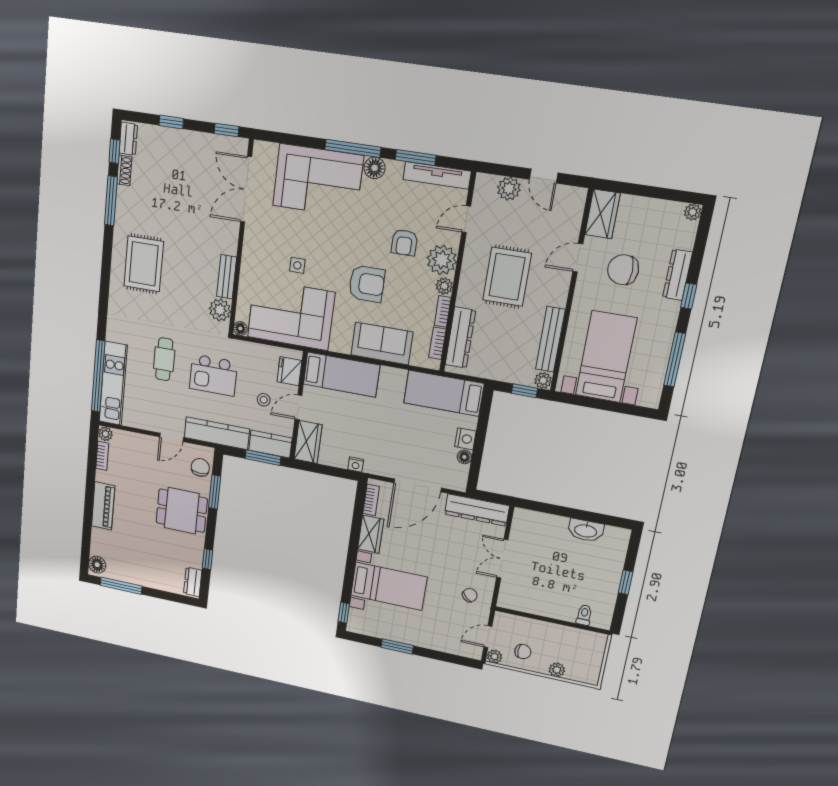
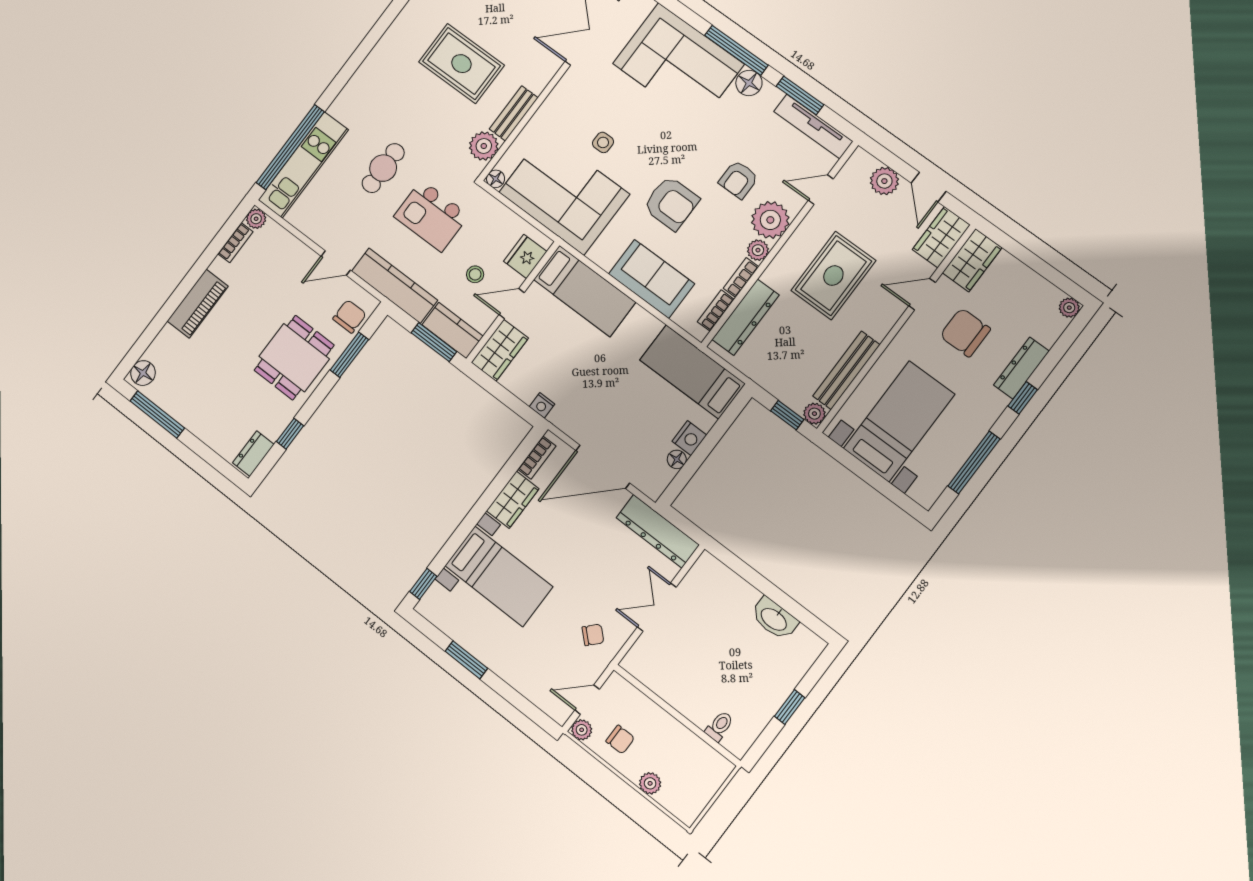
wardrobe: (571, 209) -> (941, 237), added
rug: (144, 264) -> (461, 64), moved, turned 90
dining table: (182, 511) -> (294, 358), turned 90

